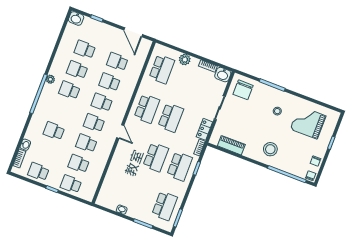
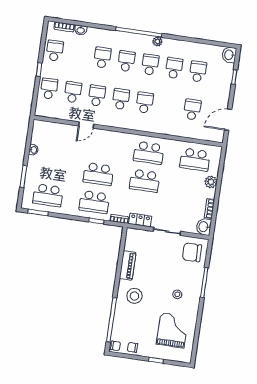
school desk: (110, 82) -> (126, 61), moved
door: (120, 132) -> (86, 125), moved
piano: (231, 145) -> (128, 265), moved

